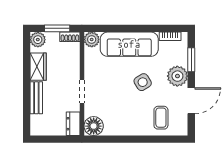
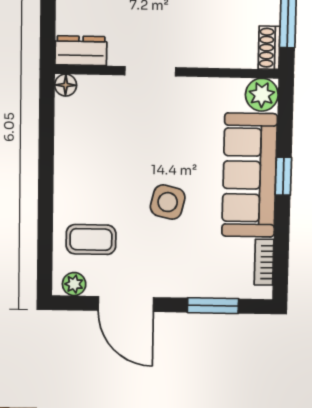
window: (129, 28) -> (283, 176), added
plant: (177, 76) -> (74, 284), moved, width x0.53, depth x0.53
side table: (143, 82) -> (168, 202), turned 45
floor lamp: (94, 126) -> (66, 85), width x0.53, depth x0.53

